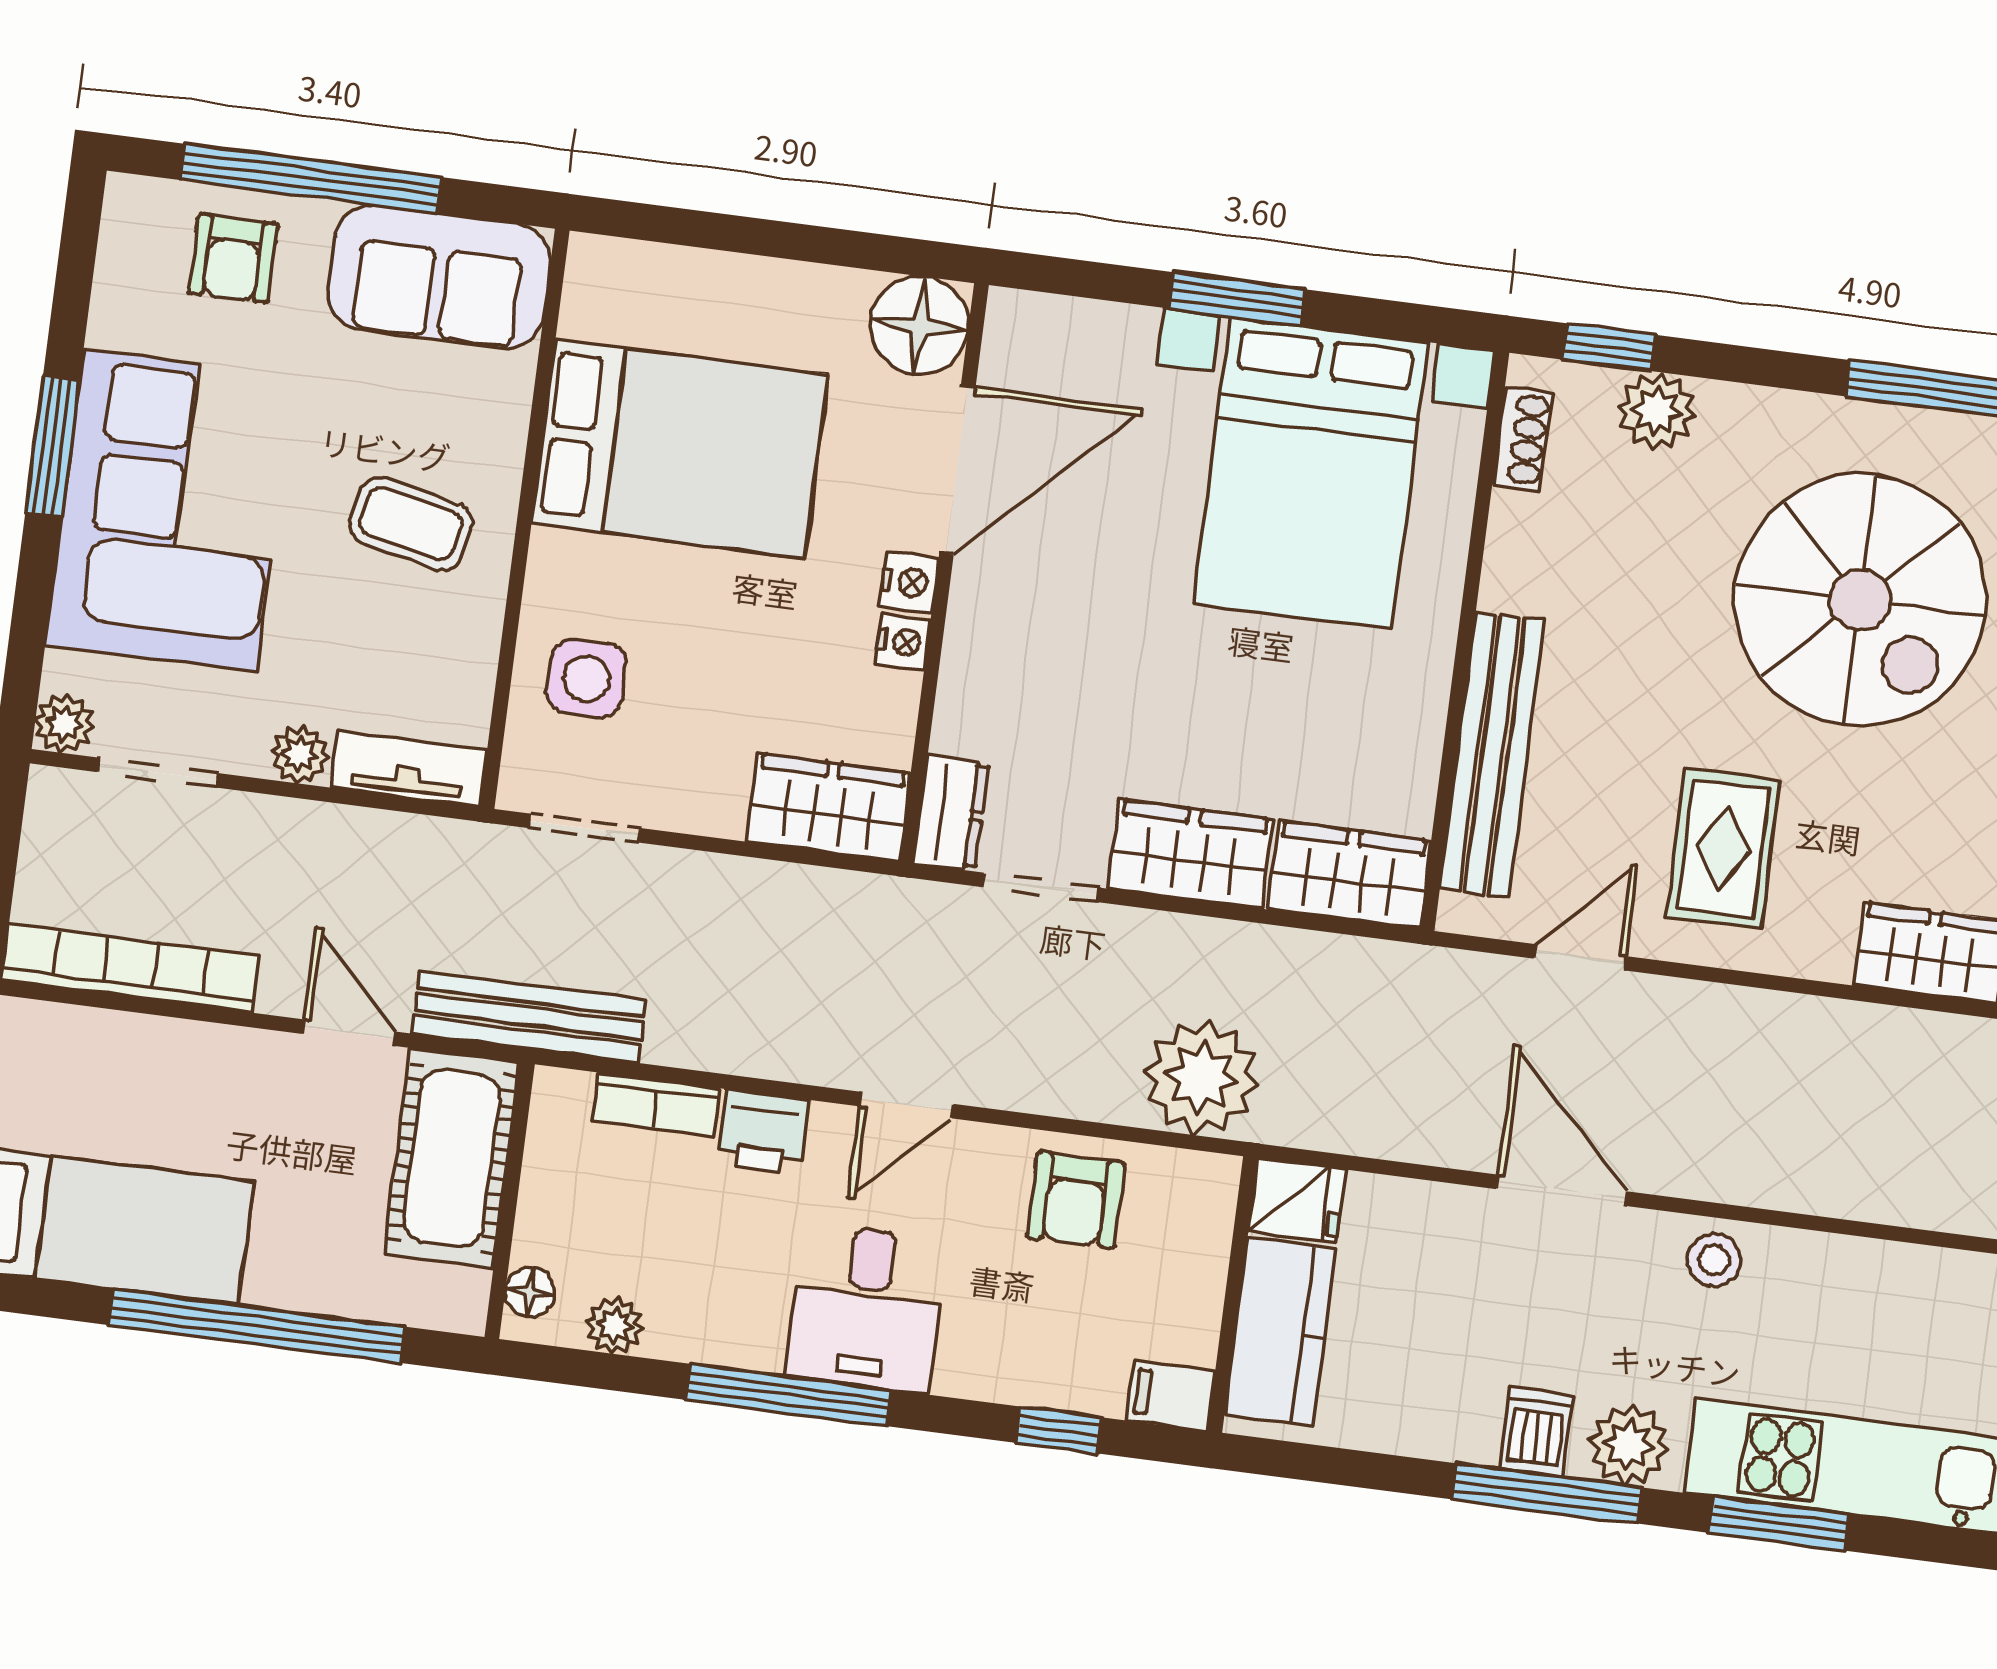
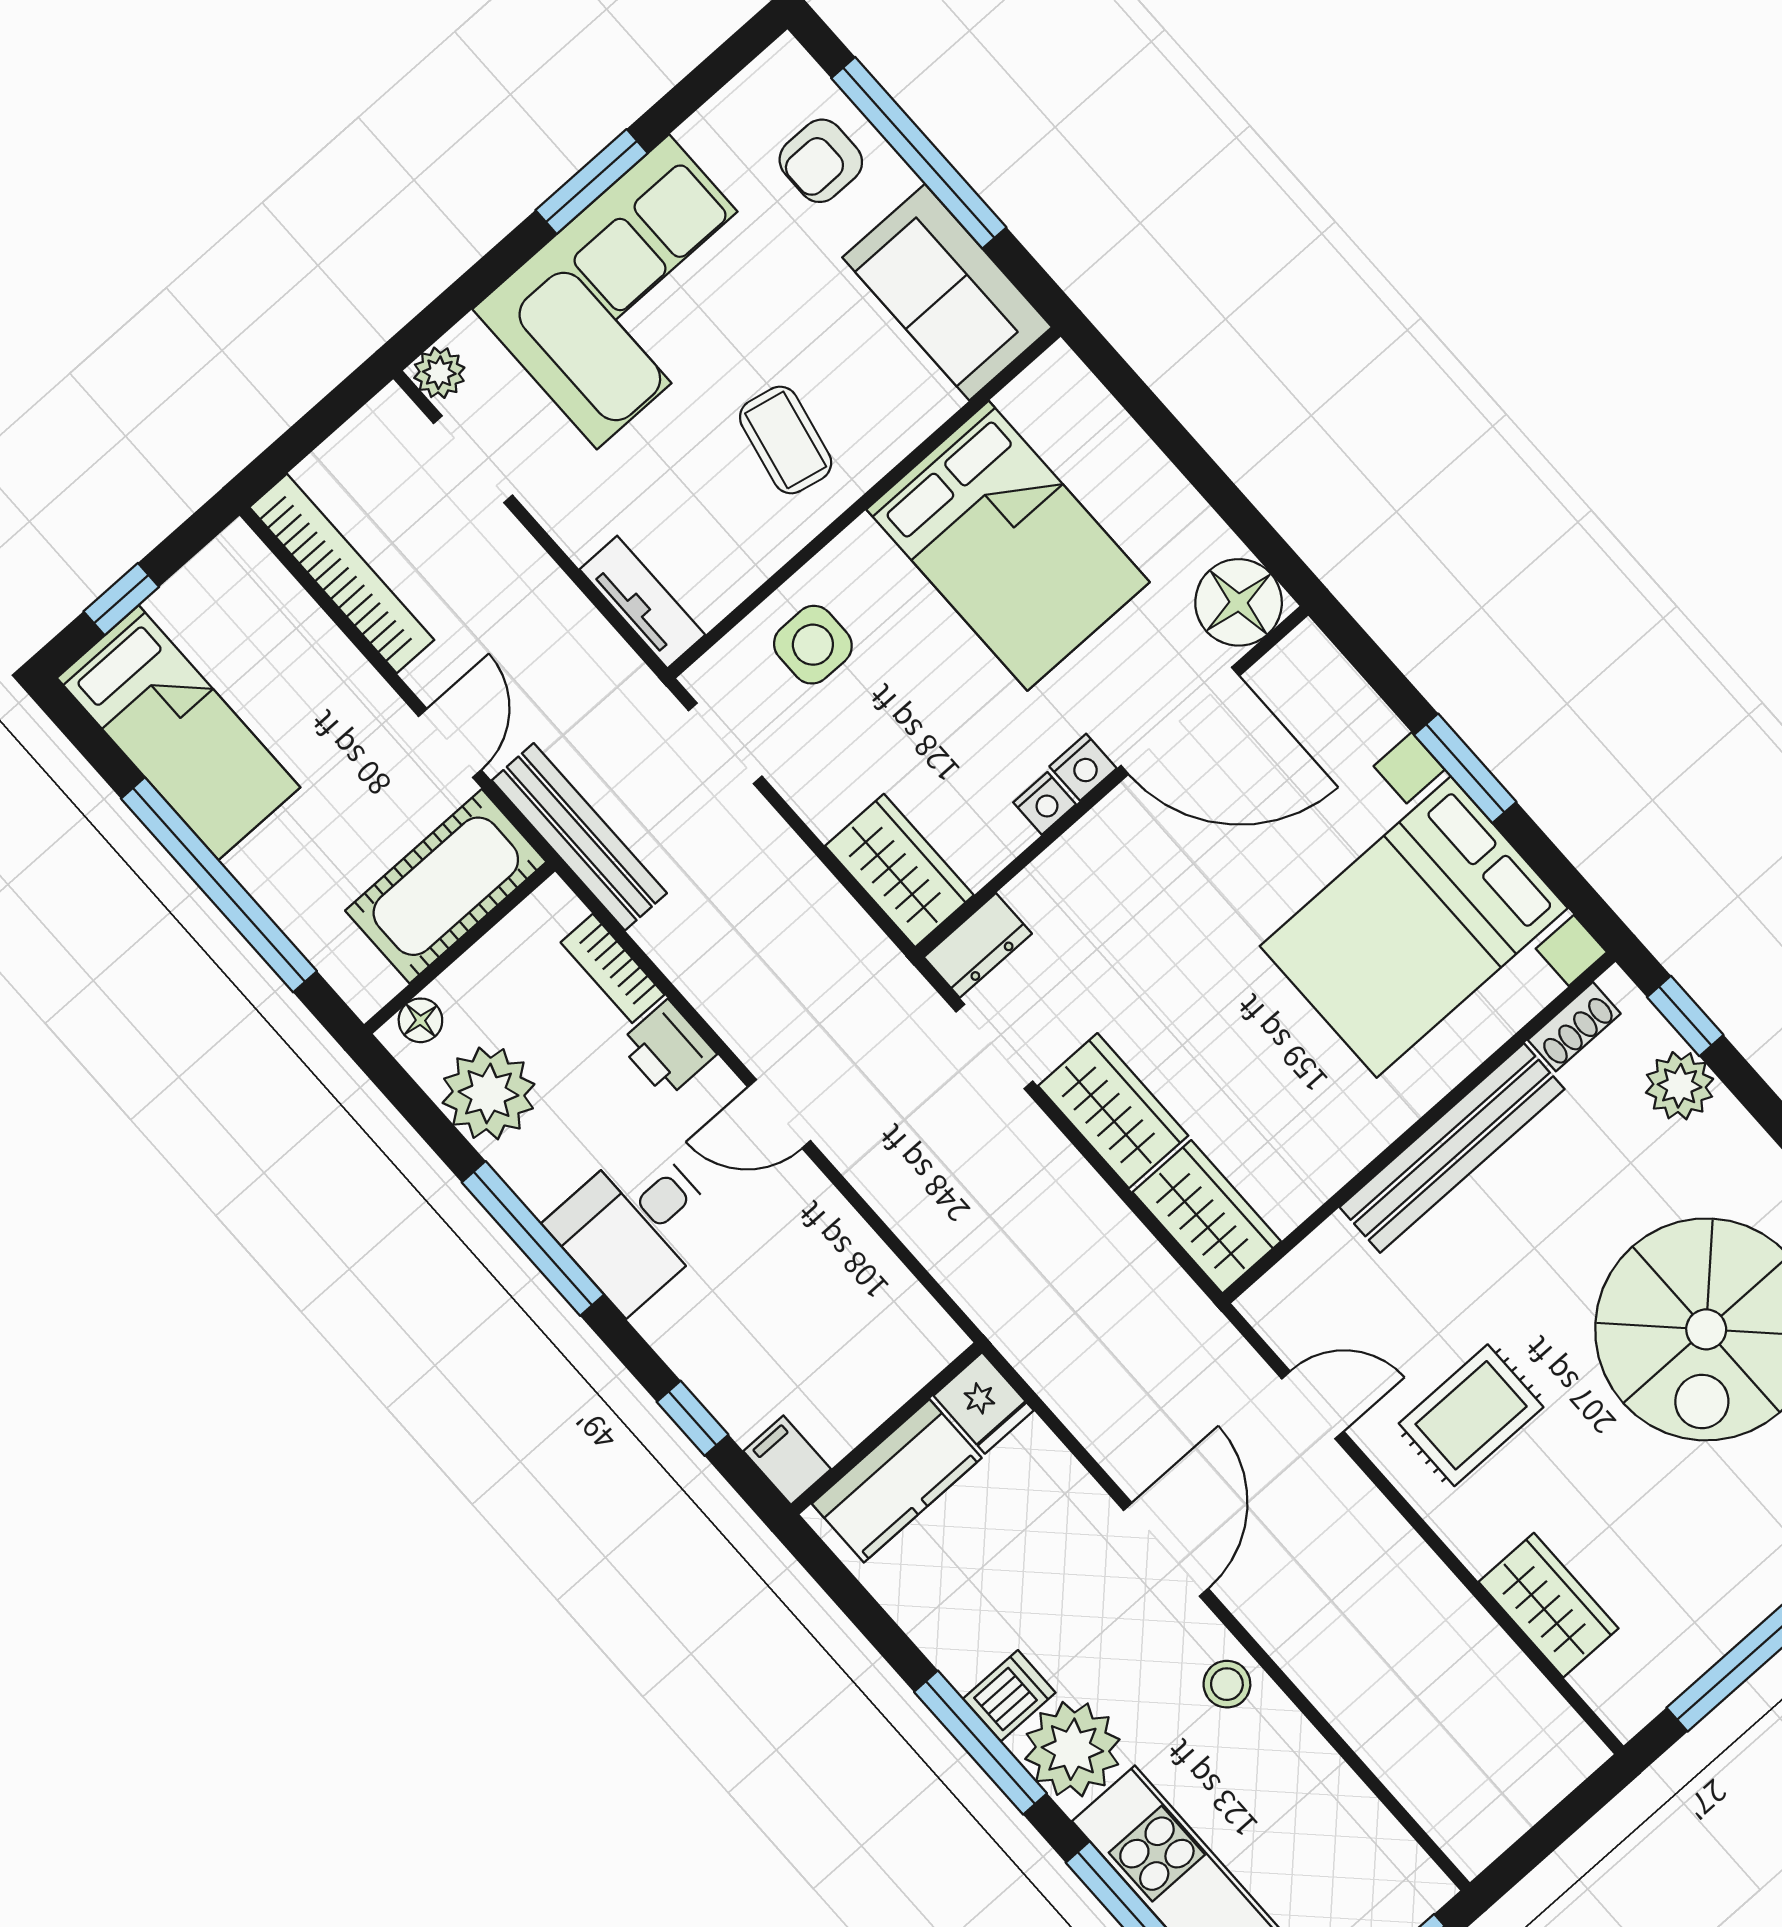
plant: (300, 755) -> (578, 530), removed
bench: (1492, 755) -> (1452, 1148), moved
plant: (1201, 1078) -> (991, 1266), removed
armchair: (1076, 1200) -> (837, 1275), removed
plant: (615, 1325) -> (488, 1093), width x1.87, depth x1.87
plant: (1628, 1445) -> (1072, 1749), width x1.36, depth x1.36

